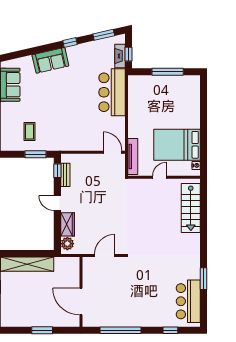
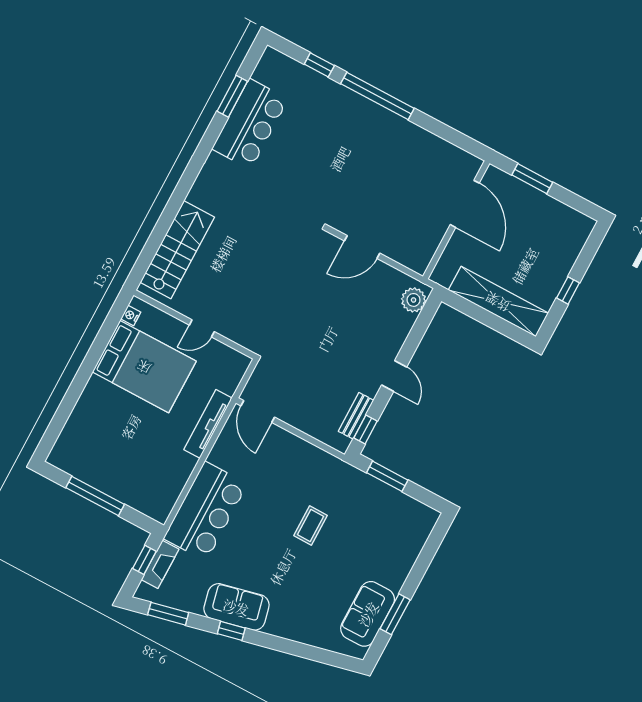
sofa: (50, 60) -> (236, 607), moved
coffee table: (30, 132) -> (311, 526), moved
tv unit: (133, 157) -> (208, 424), moved
wardrobe: (68, 224) -> (396, 332), removed
window: (203, 279) -> (232, 96), moved
wall: (81, 292) -> (456, 220), moved
bar counter: (188, 301) -> (250, 124), moved
door: (81, 302) -> (465, 204), moved
window: (120, 330) -> (377, 96), moved

